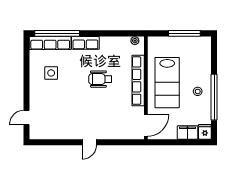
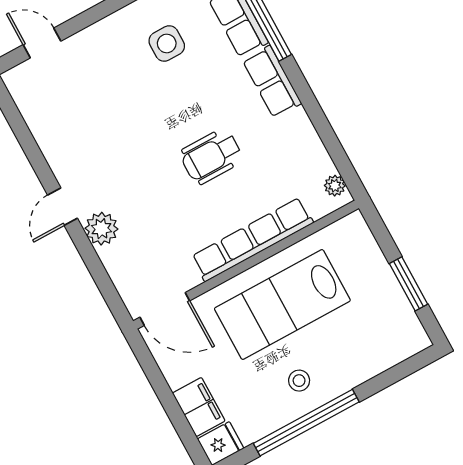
window: (184, 33) -> (408, 284), width x0.69
wheelchair: (100, 79) -> (211, 156), turned -90
plant: (105, 132) -> (101, 229), added
door: (89, 142) -> (62, 207), hinge flipped

